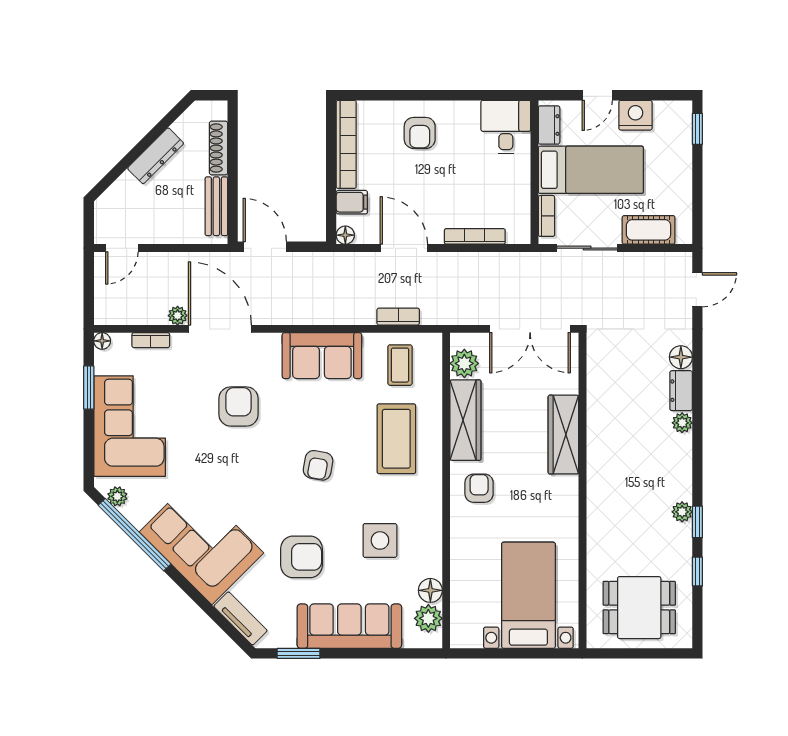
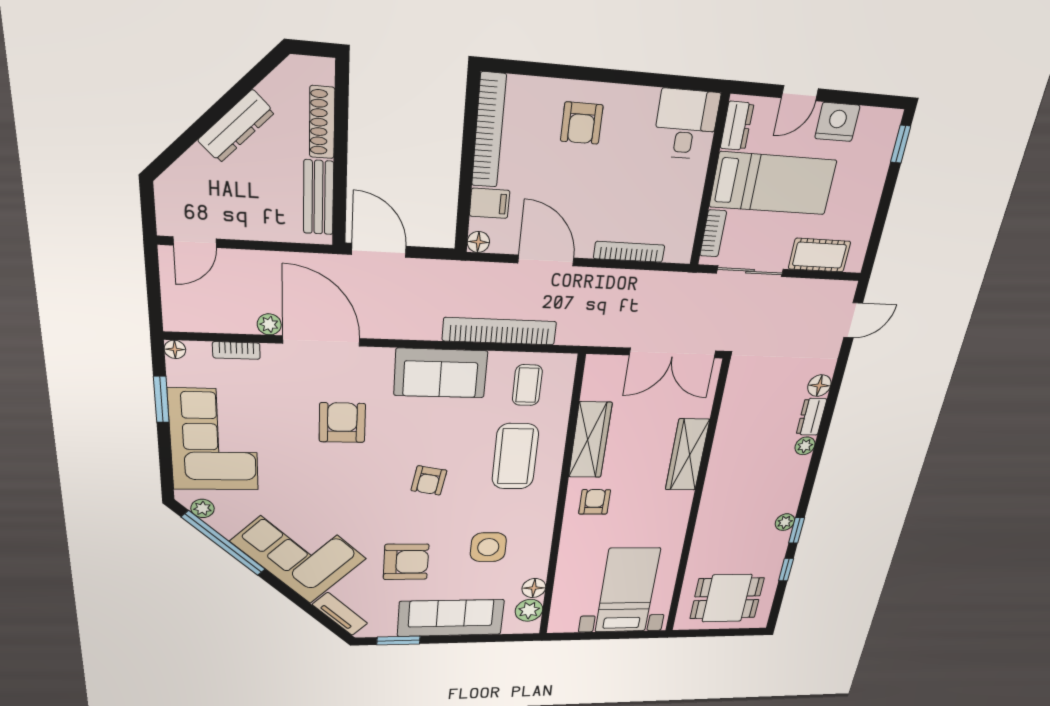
bookcase: (398, 317) -> (500, 331), width x2.31, depth x1.31
plant: (464, 363) -> (597, 385), removed

